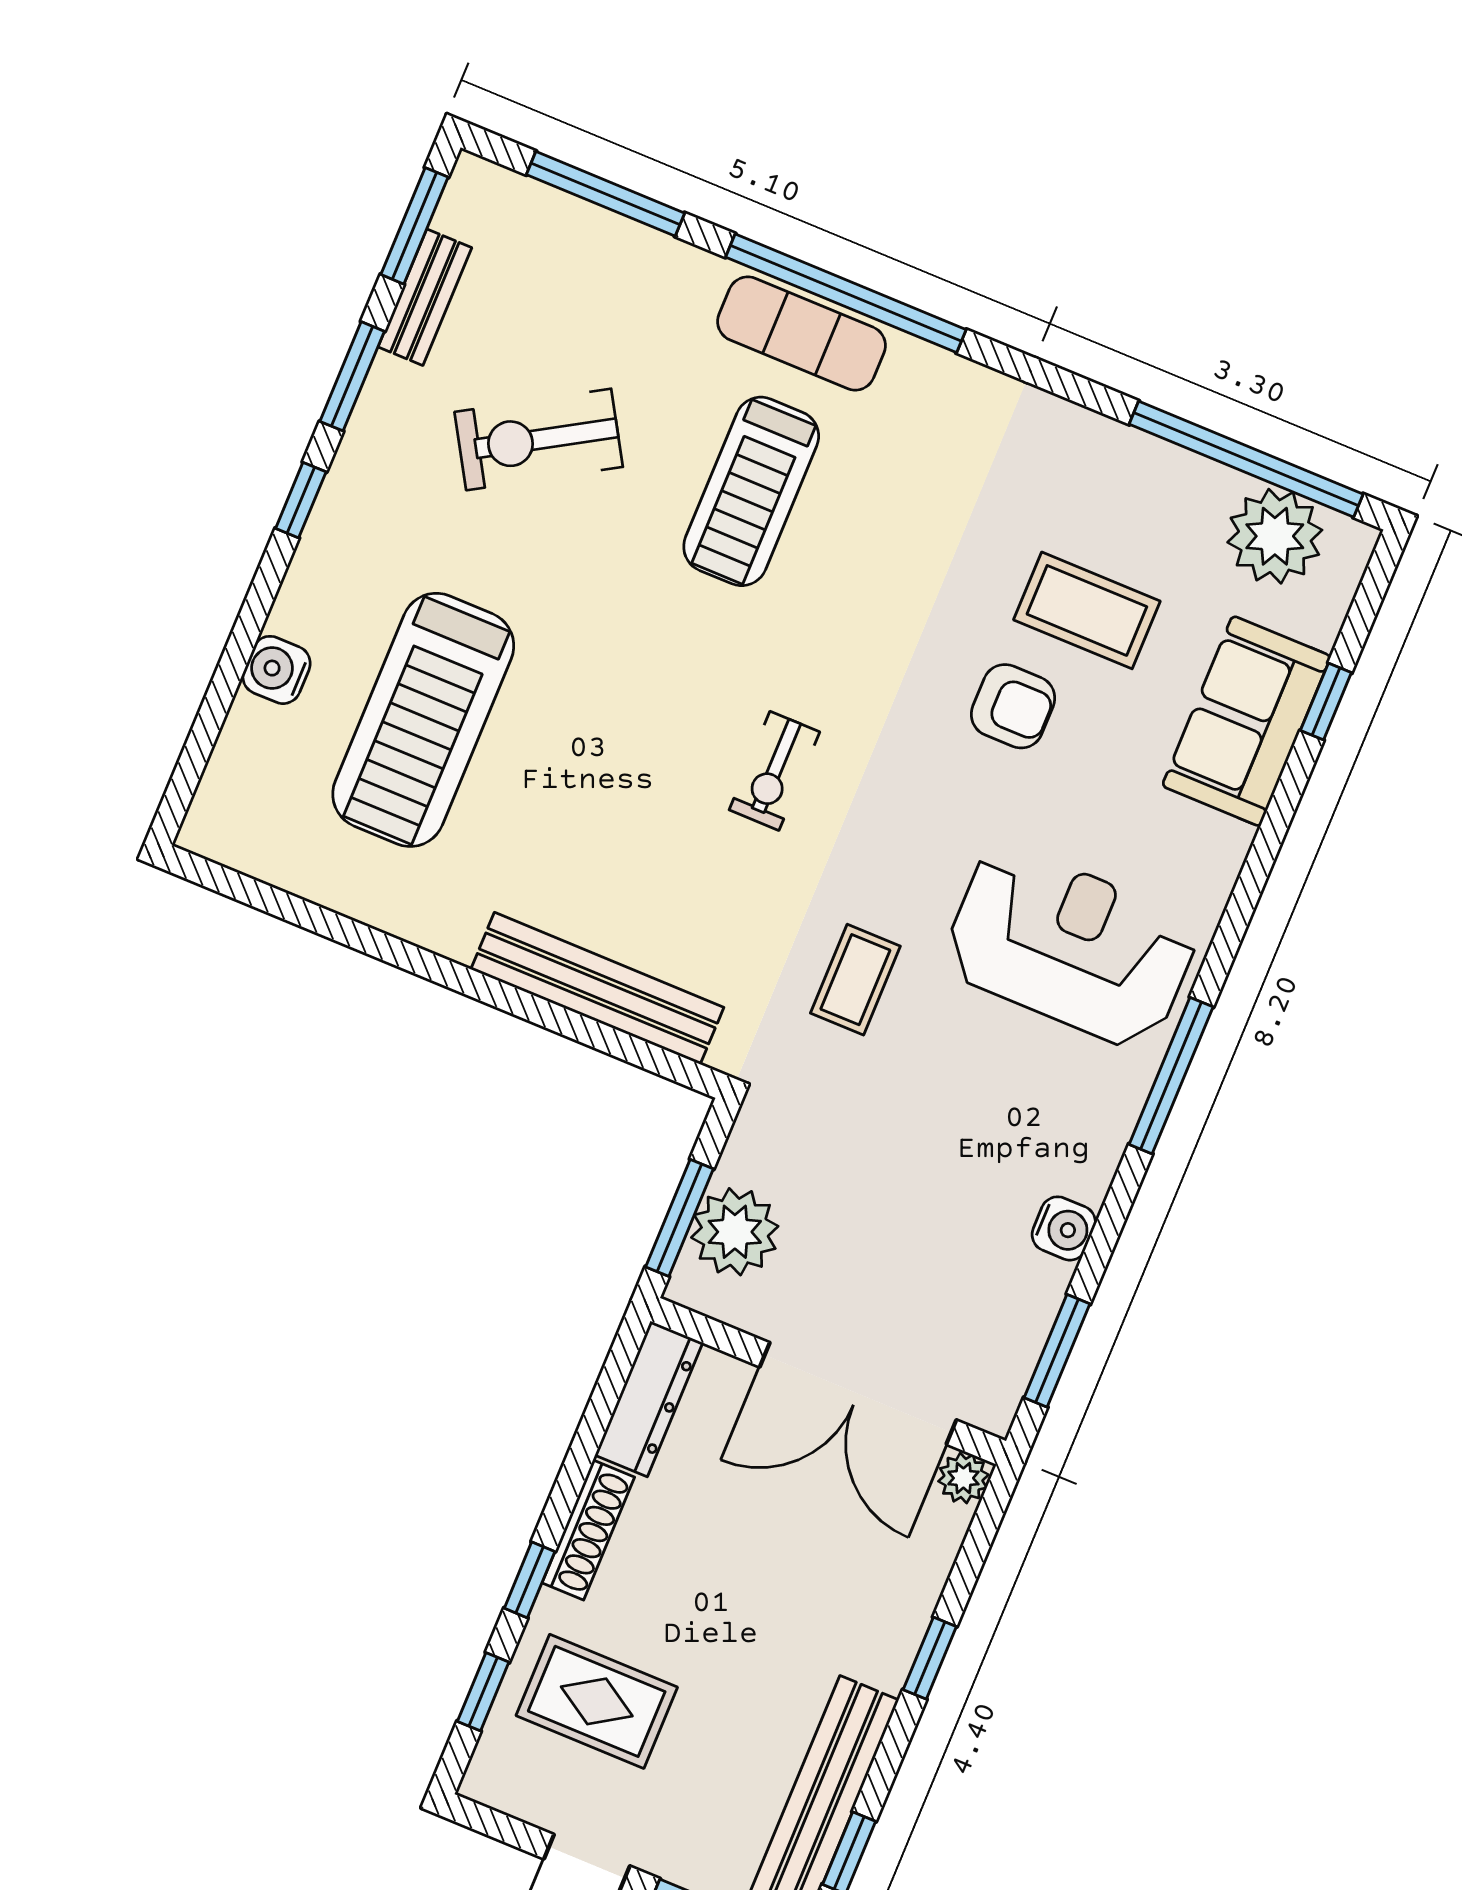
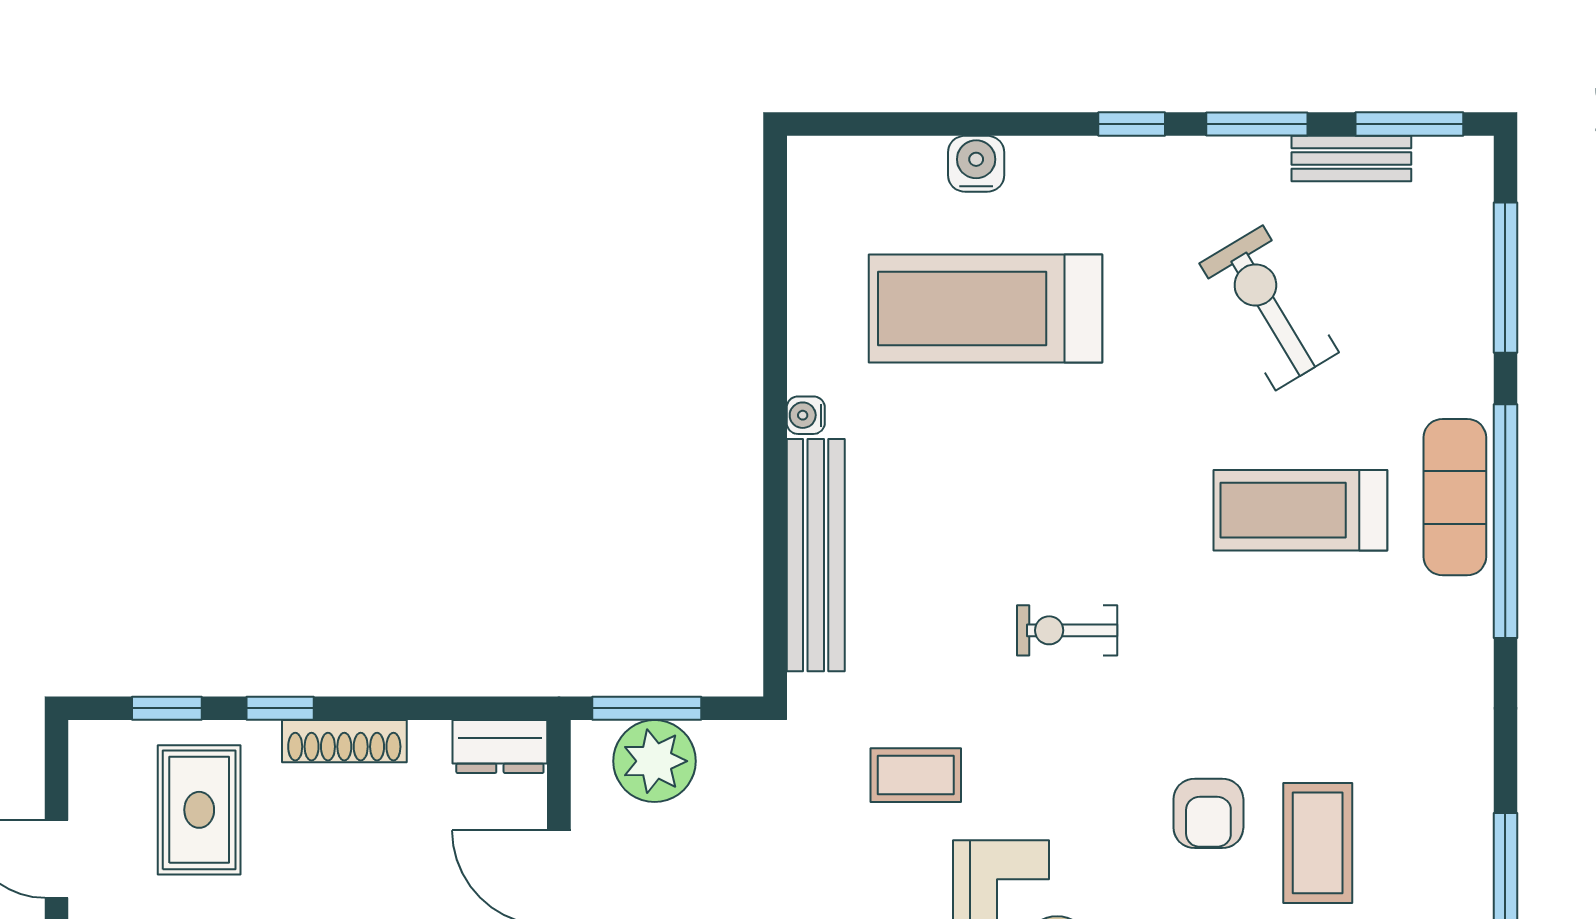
water cooler: (455, 941) -> (806, 415), added
dresser: (649, 1399) -> (500, 747), width x0.70

